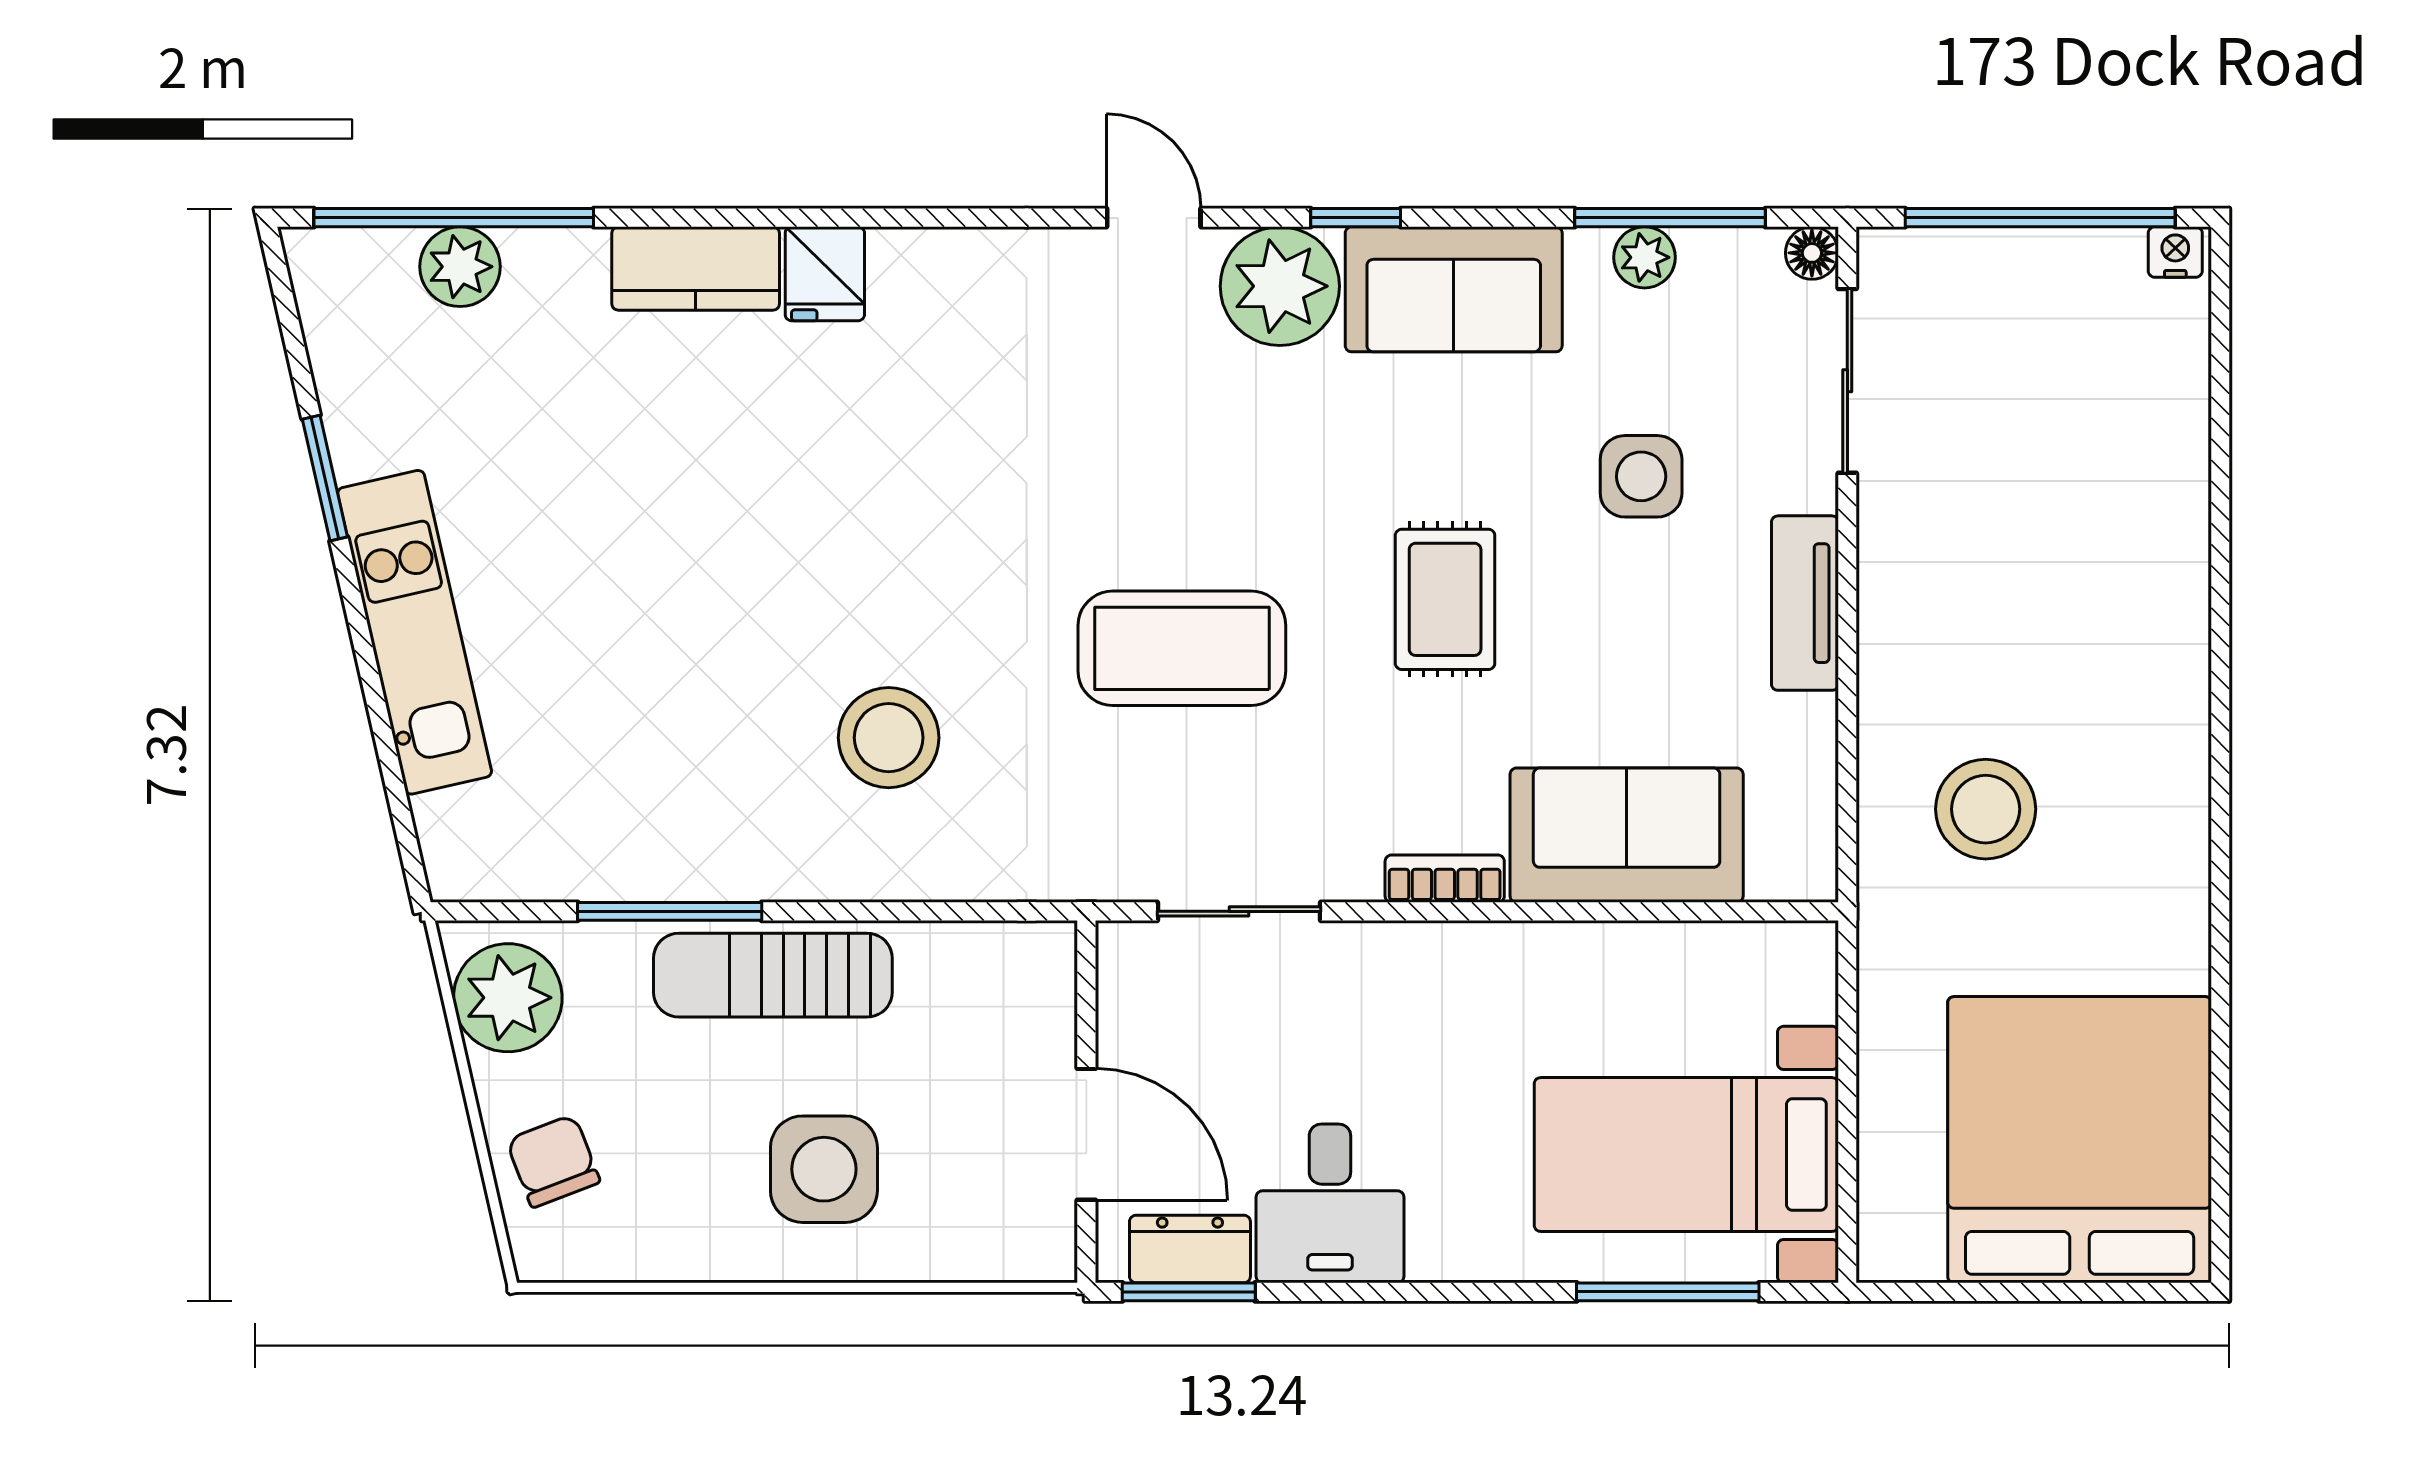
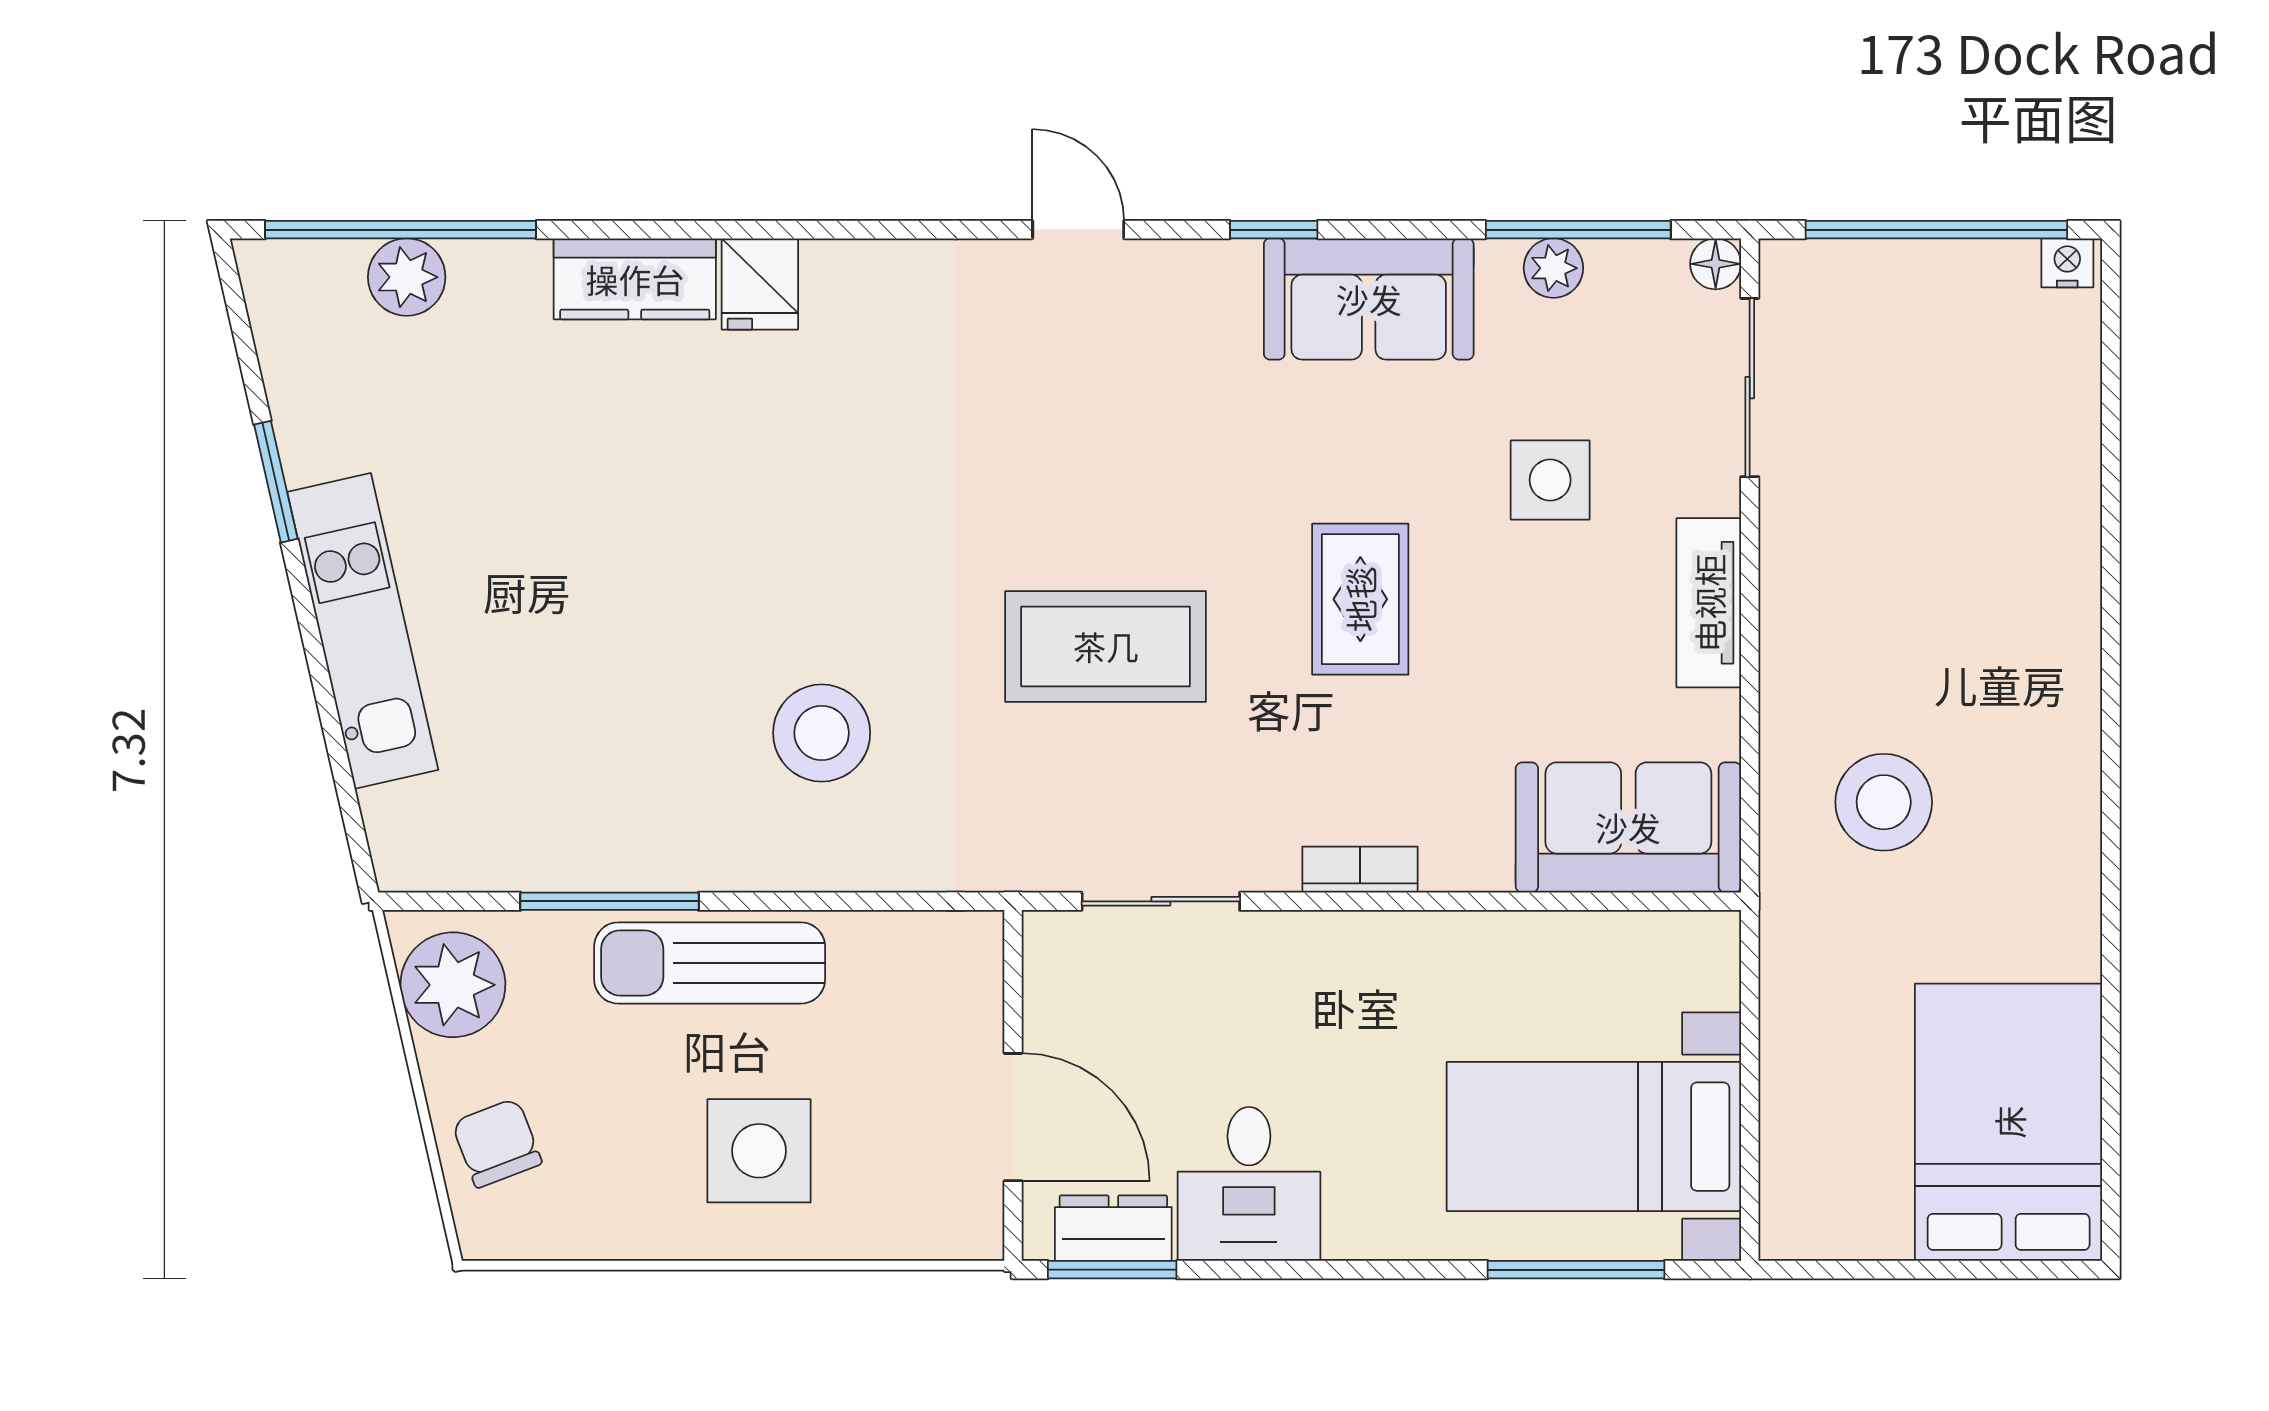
plant: (1280, 286) -> (1200, 296), removed
sofa: (1627, 835) -> (1628, 827), moved
bed: (2080, 1140) -> (2009, 1122), width x0.73

